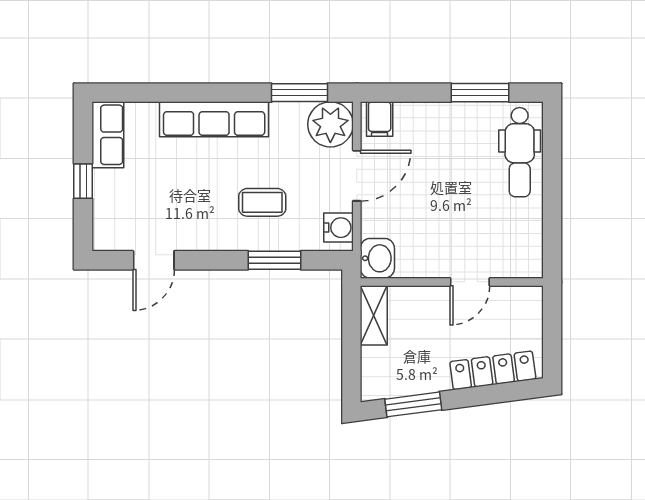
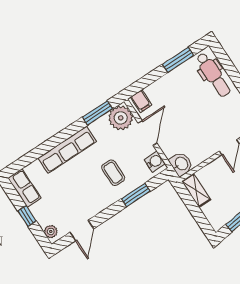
coffee table: (262, 202) -> (113, 173), turned 90
plant: (104, 230) -> (51, 231), added

